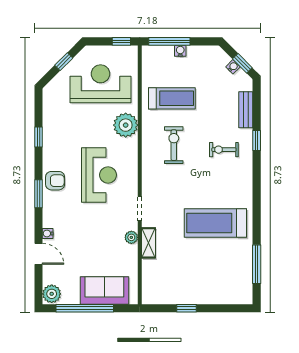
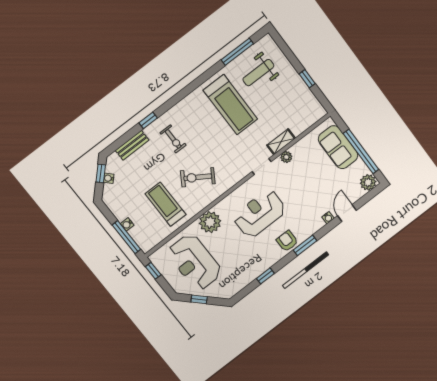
exercise bike: (174, 145) -> (198, 177), turned 32
weight bench: (225, 269) -> (258, 73), added

